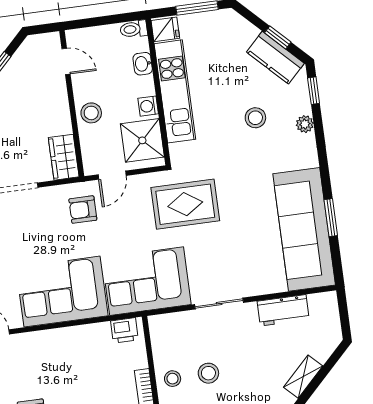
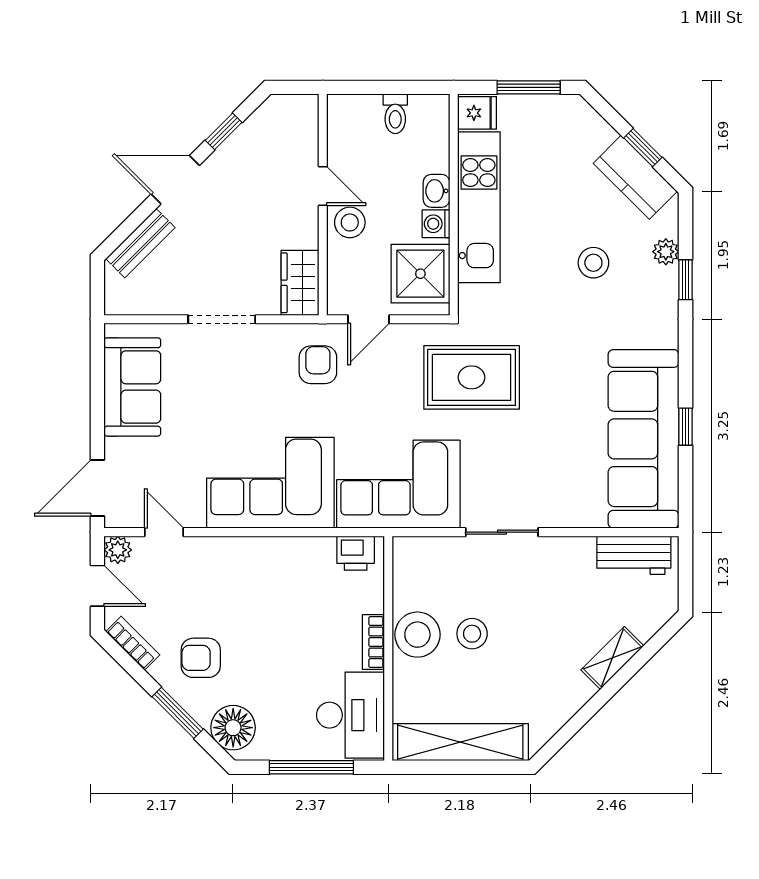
toilet: (134, 29) -> (395, 114), moved, turned -90
door: (66, 61) -> (323, 186), moved
washbasin: (143, 64) -> (436, 191), moved
window: (314, 91) -> (686, 280), moved
plant: (305, 124) -> (666, 252), moved
armchair: (83, 210) -> (318, 365), turned 90
window: (331, 218) -> (686, 427), width x0.67
workbench: (283, 310) -> (634, 555), moved
stool: (173, 379) -> (417, 635), width x1.89, depth x1.89

